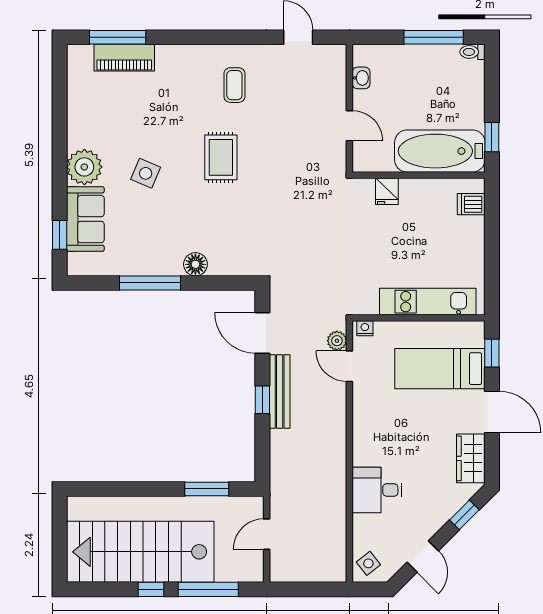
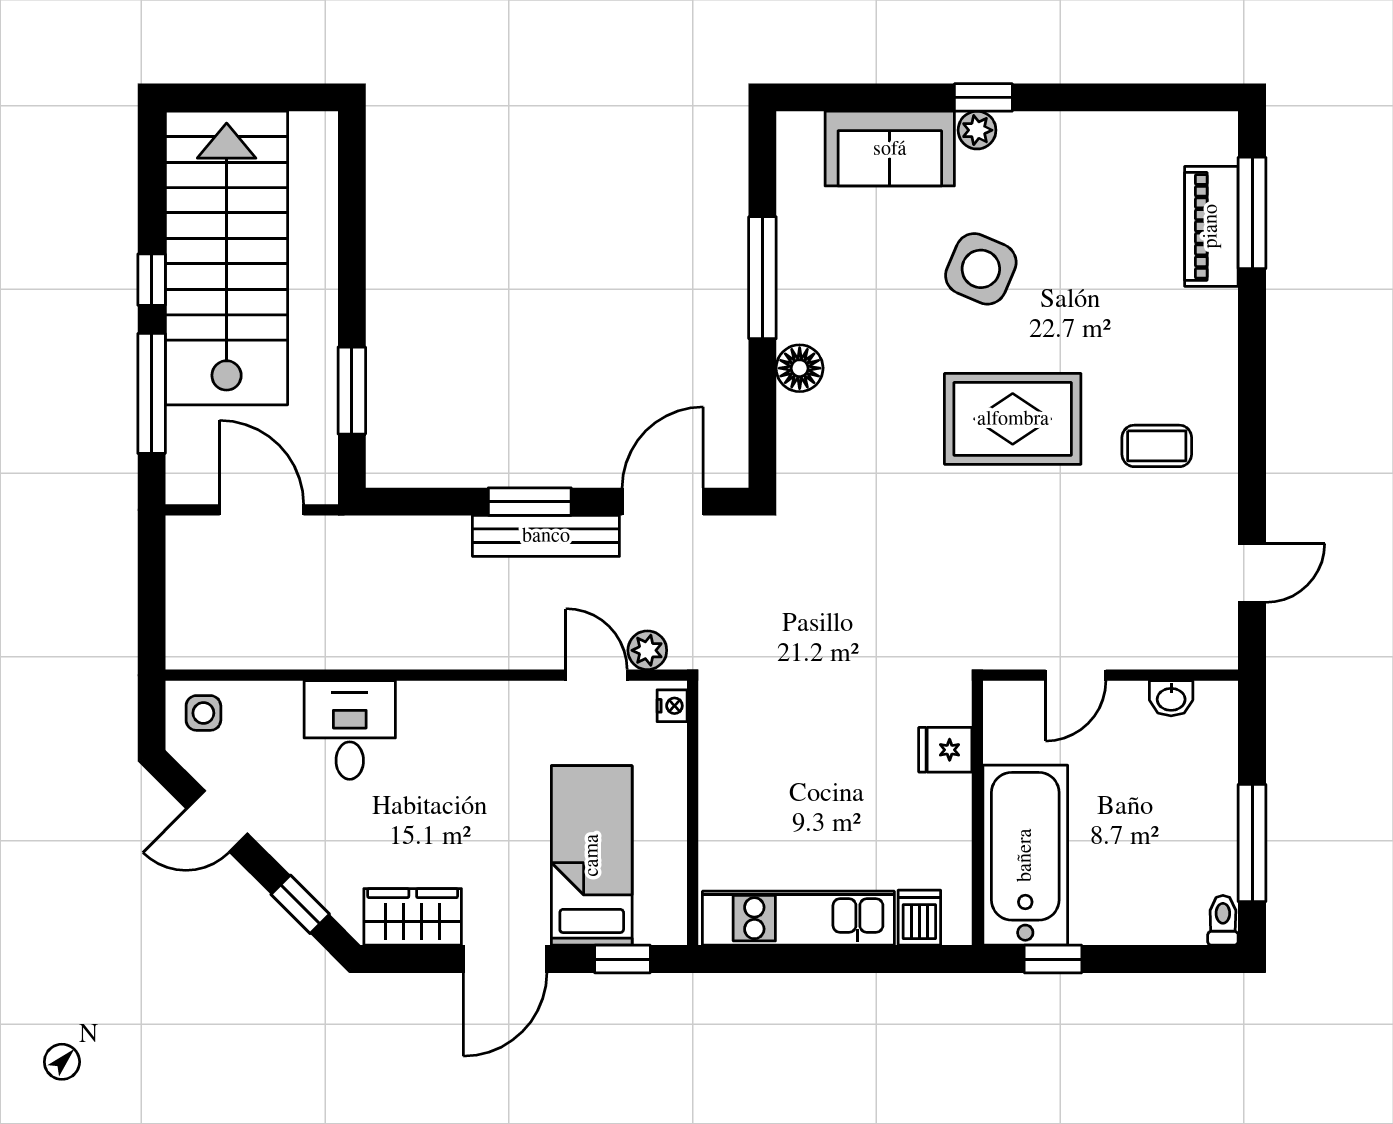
rug: (221, 157) -> (1013, 419), width x1.36, depth x1.43
plant: (84, 167) -> (977, 130), width x0.53, depth x0.53
side table: (146, 173) -> (981, 269), width x1.37, depth x1.37
window: (60, 235) -> (983, 97), moved
kitchen unit: (428, 302) -> (798, 918), moved, turned -90
door: (349, 366) -> (596, 675), hinge flipped
window: (262, 400) -> (530, 502), width x1.50
door: (267, 534) -> (262, 510), width x1.38
side table: (368, 563) -> (203, 713), turned 38

